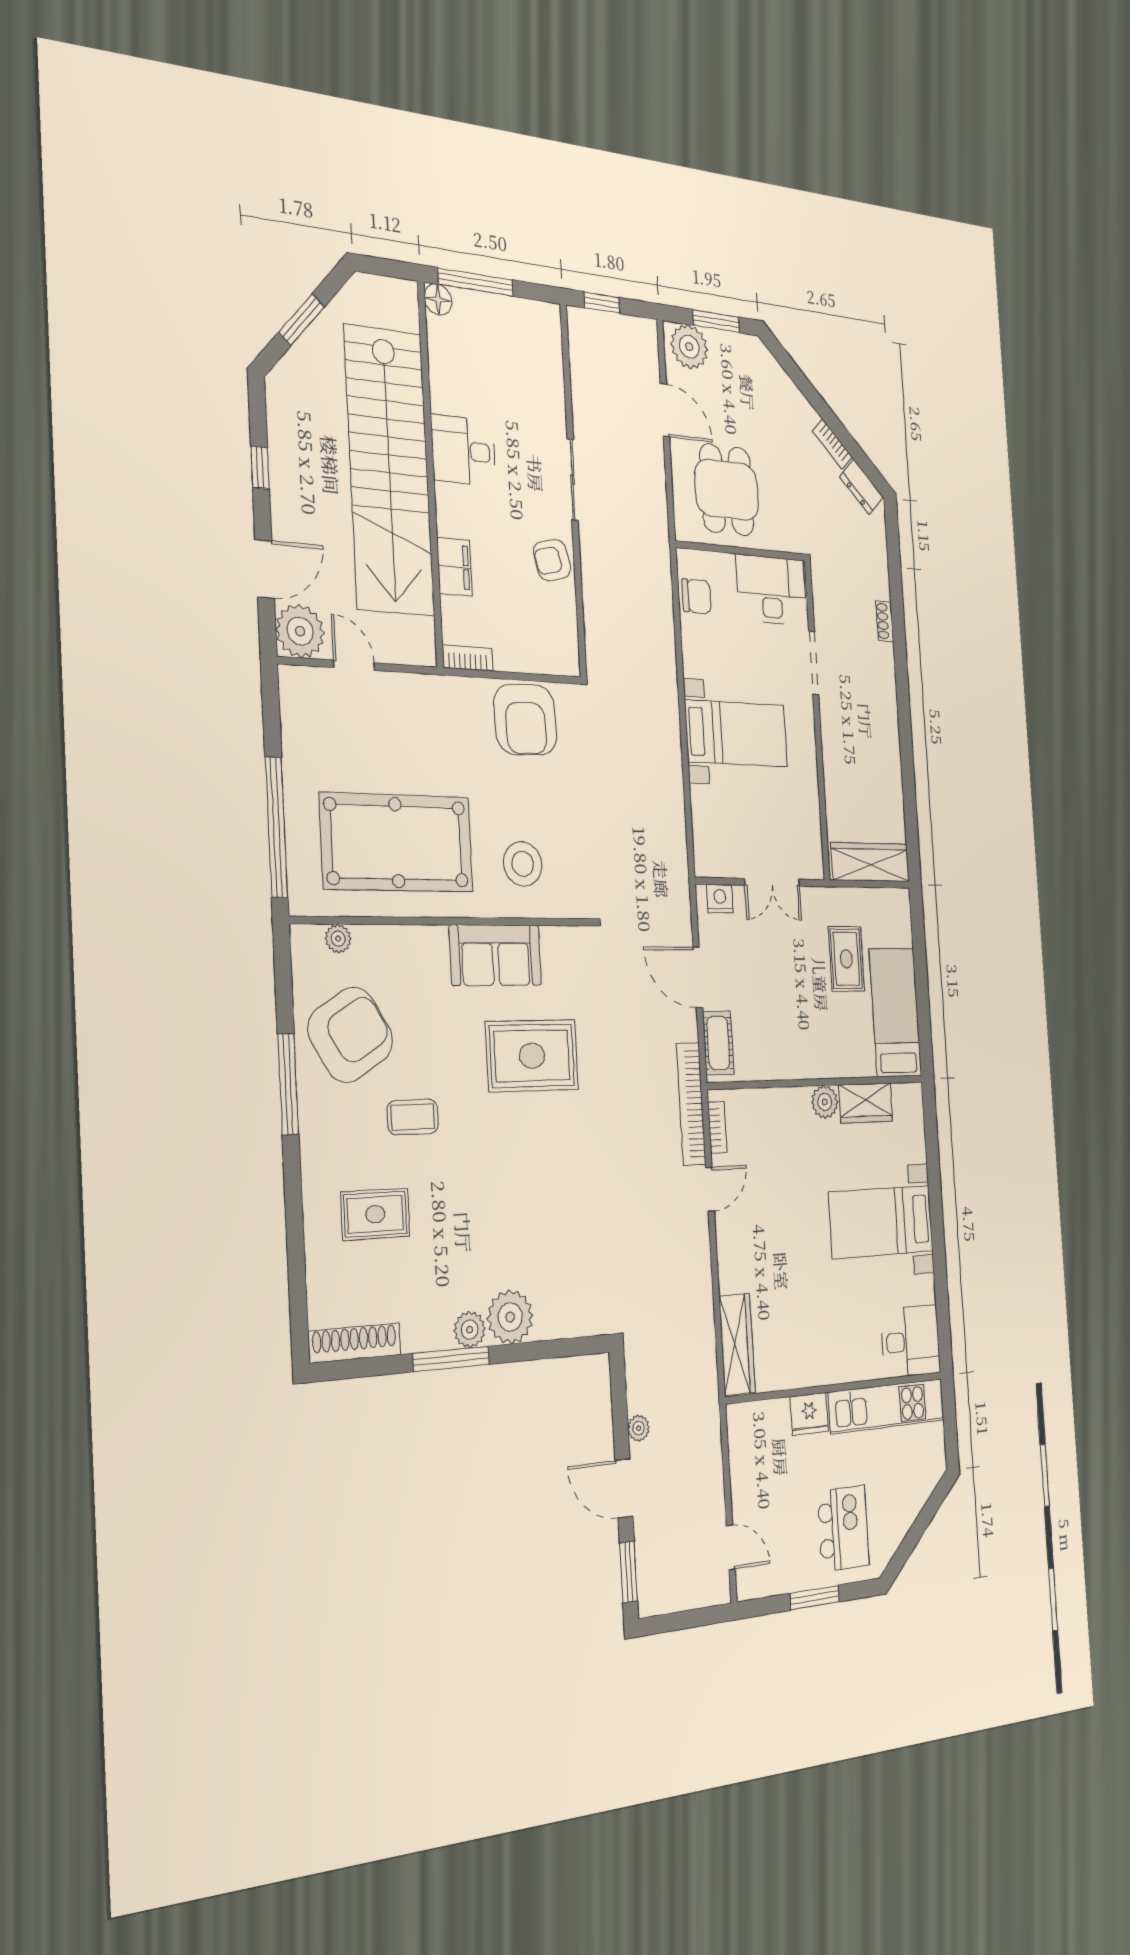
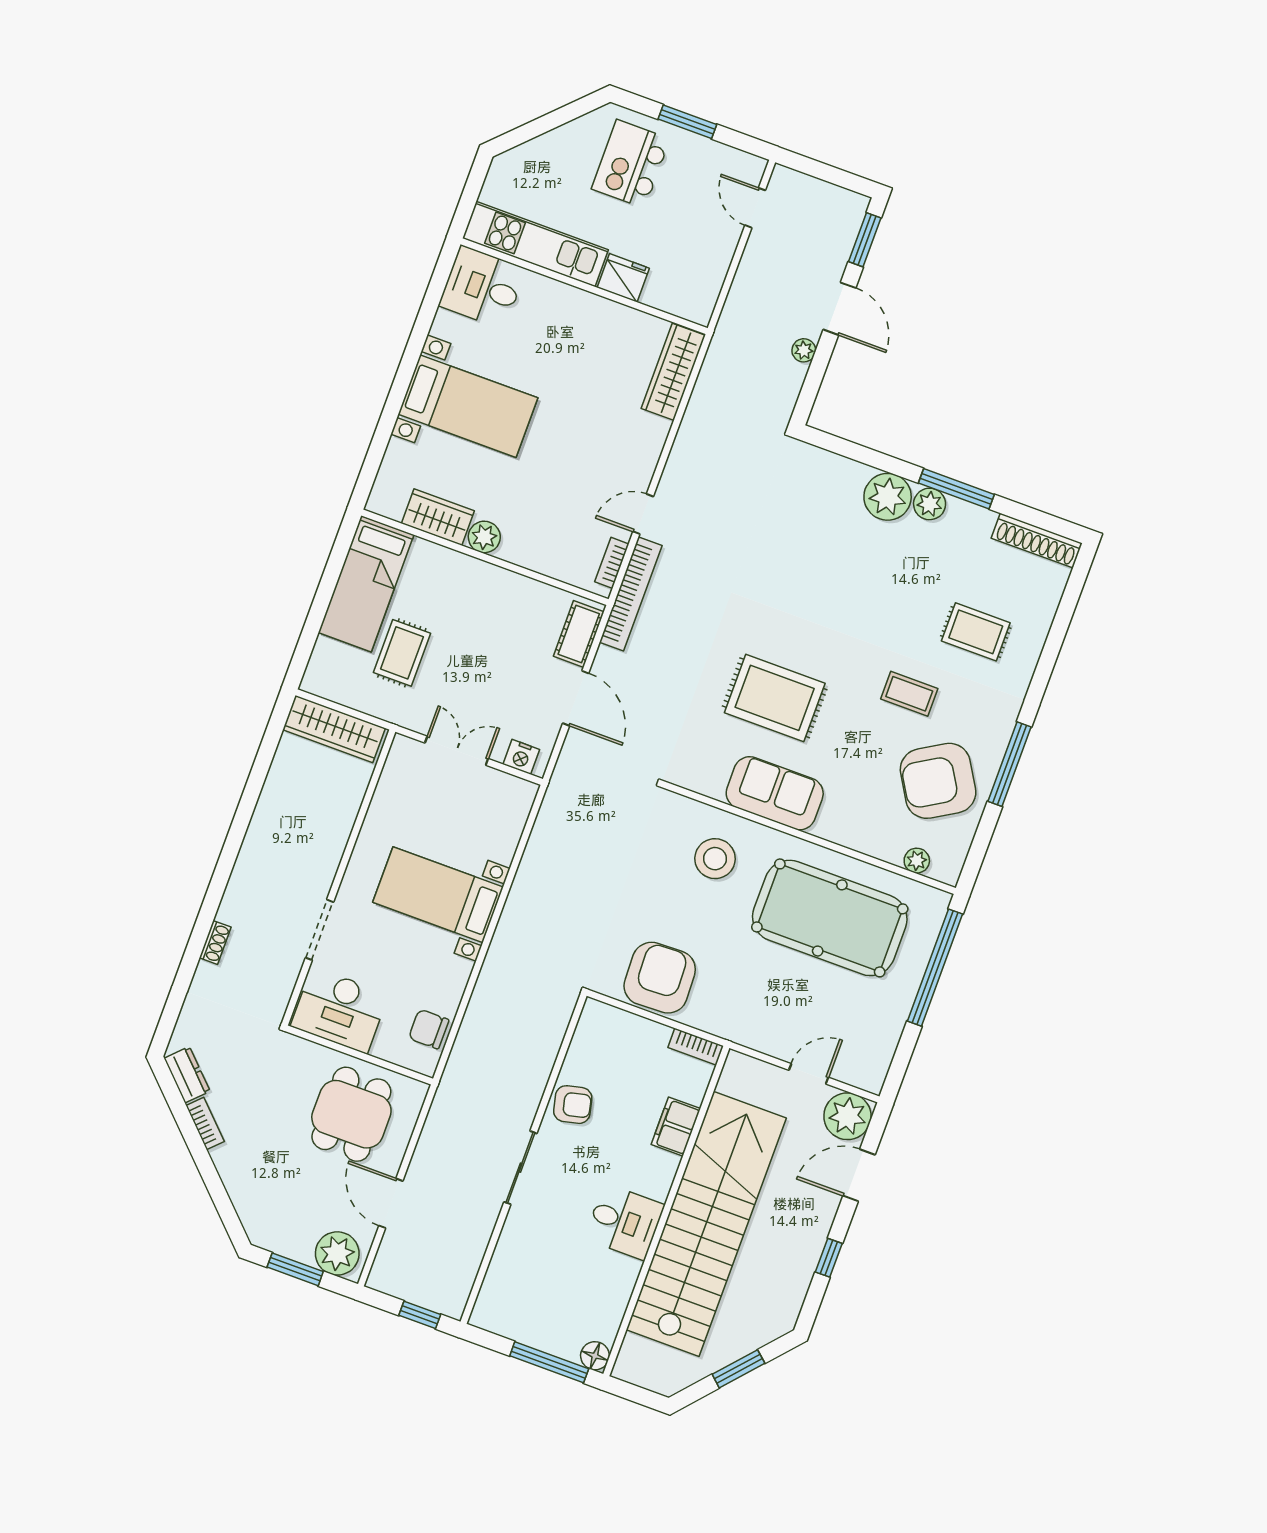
door: (354, 665) -> (809, 1074), swing flipped

